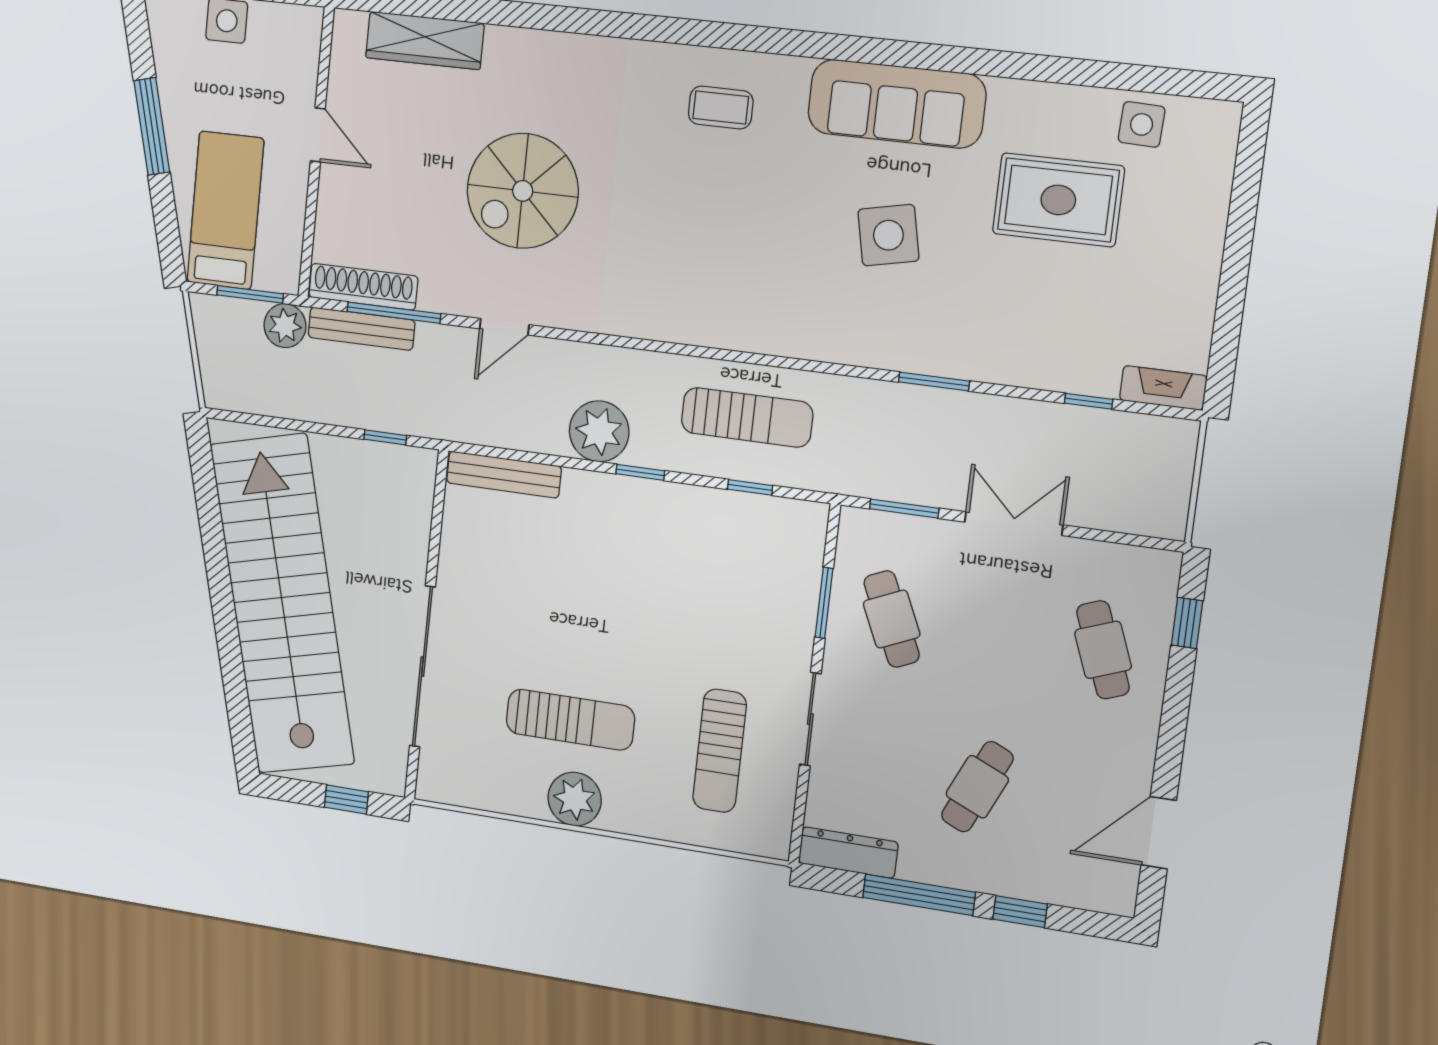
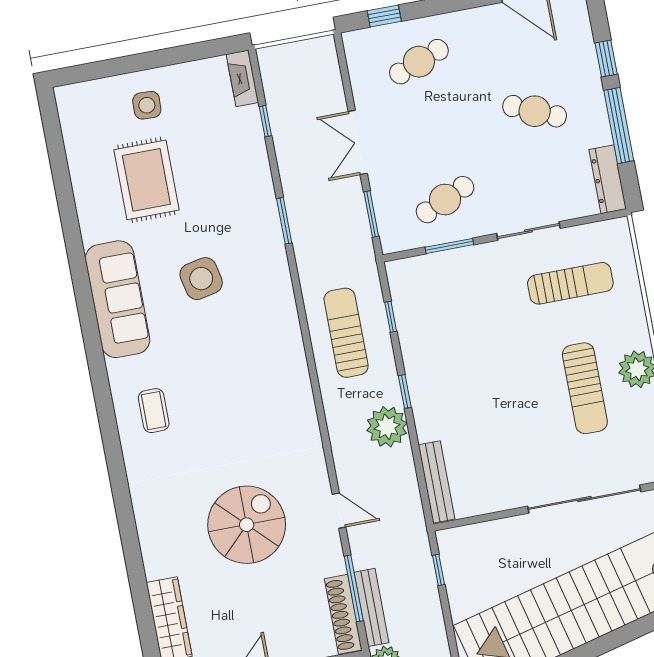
side table: (1142, 124) -> (147, 105), moved
spiral stairs: (523, 191) -> (247, 525), turned -90
sun lounger: (570, 720) -> (585, 388), turned 180

